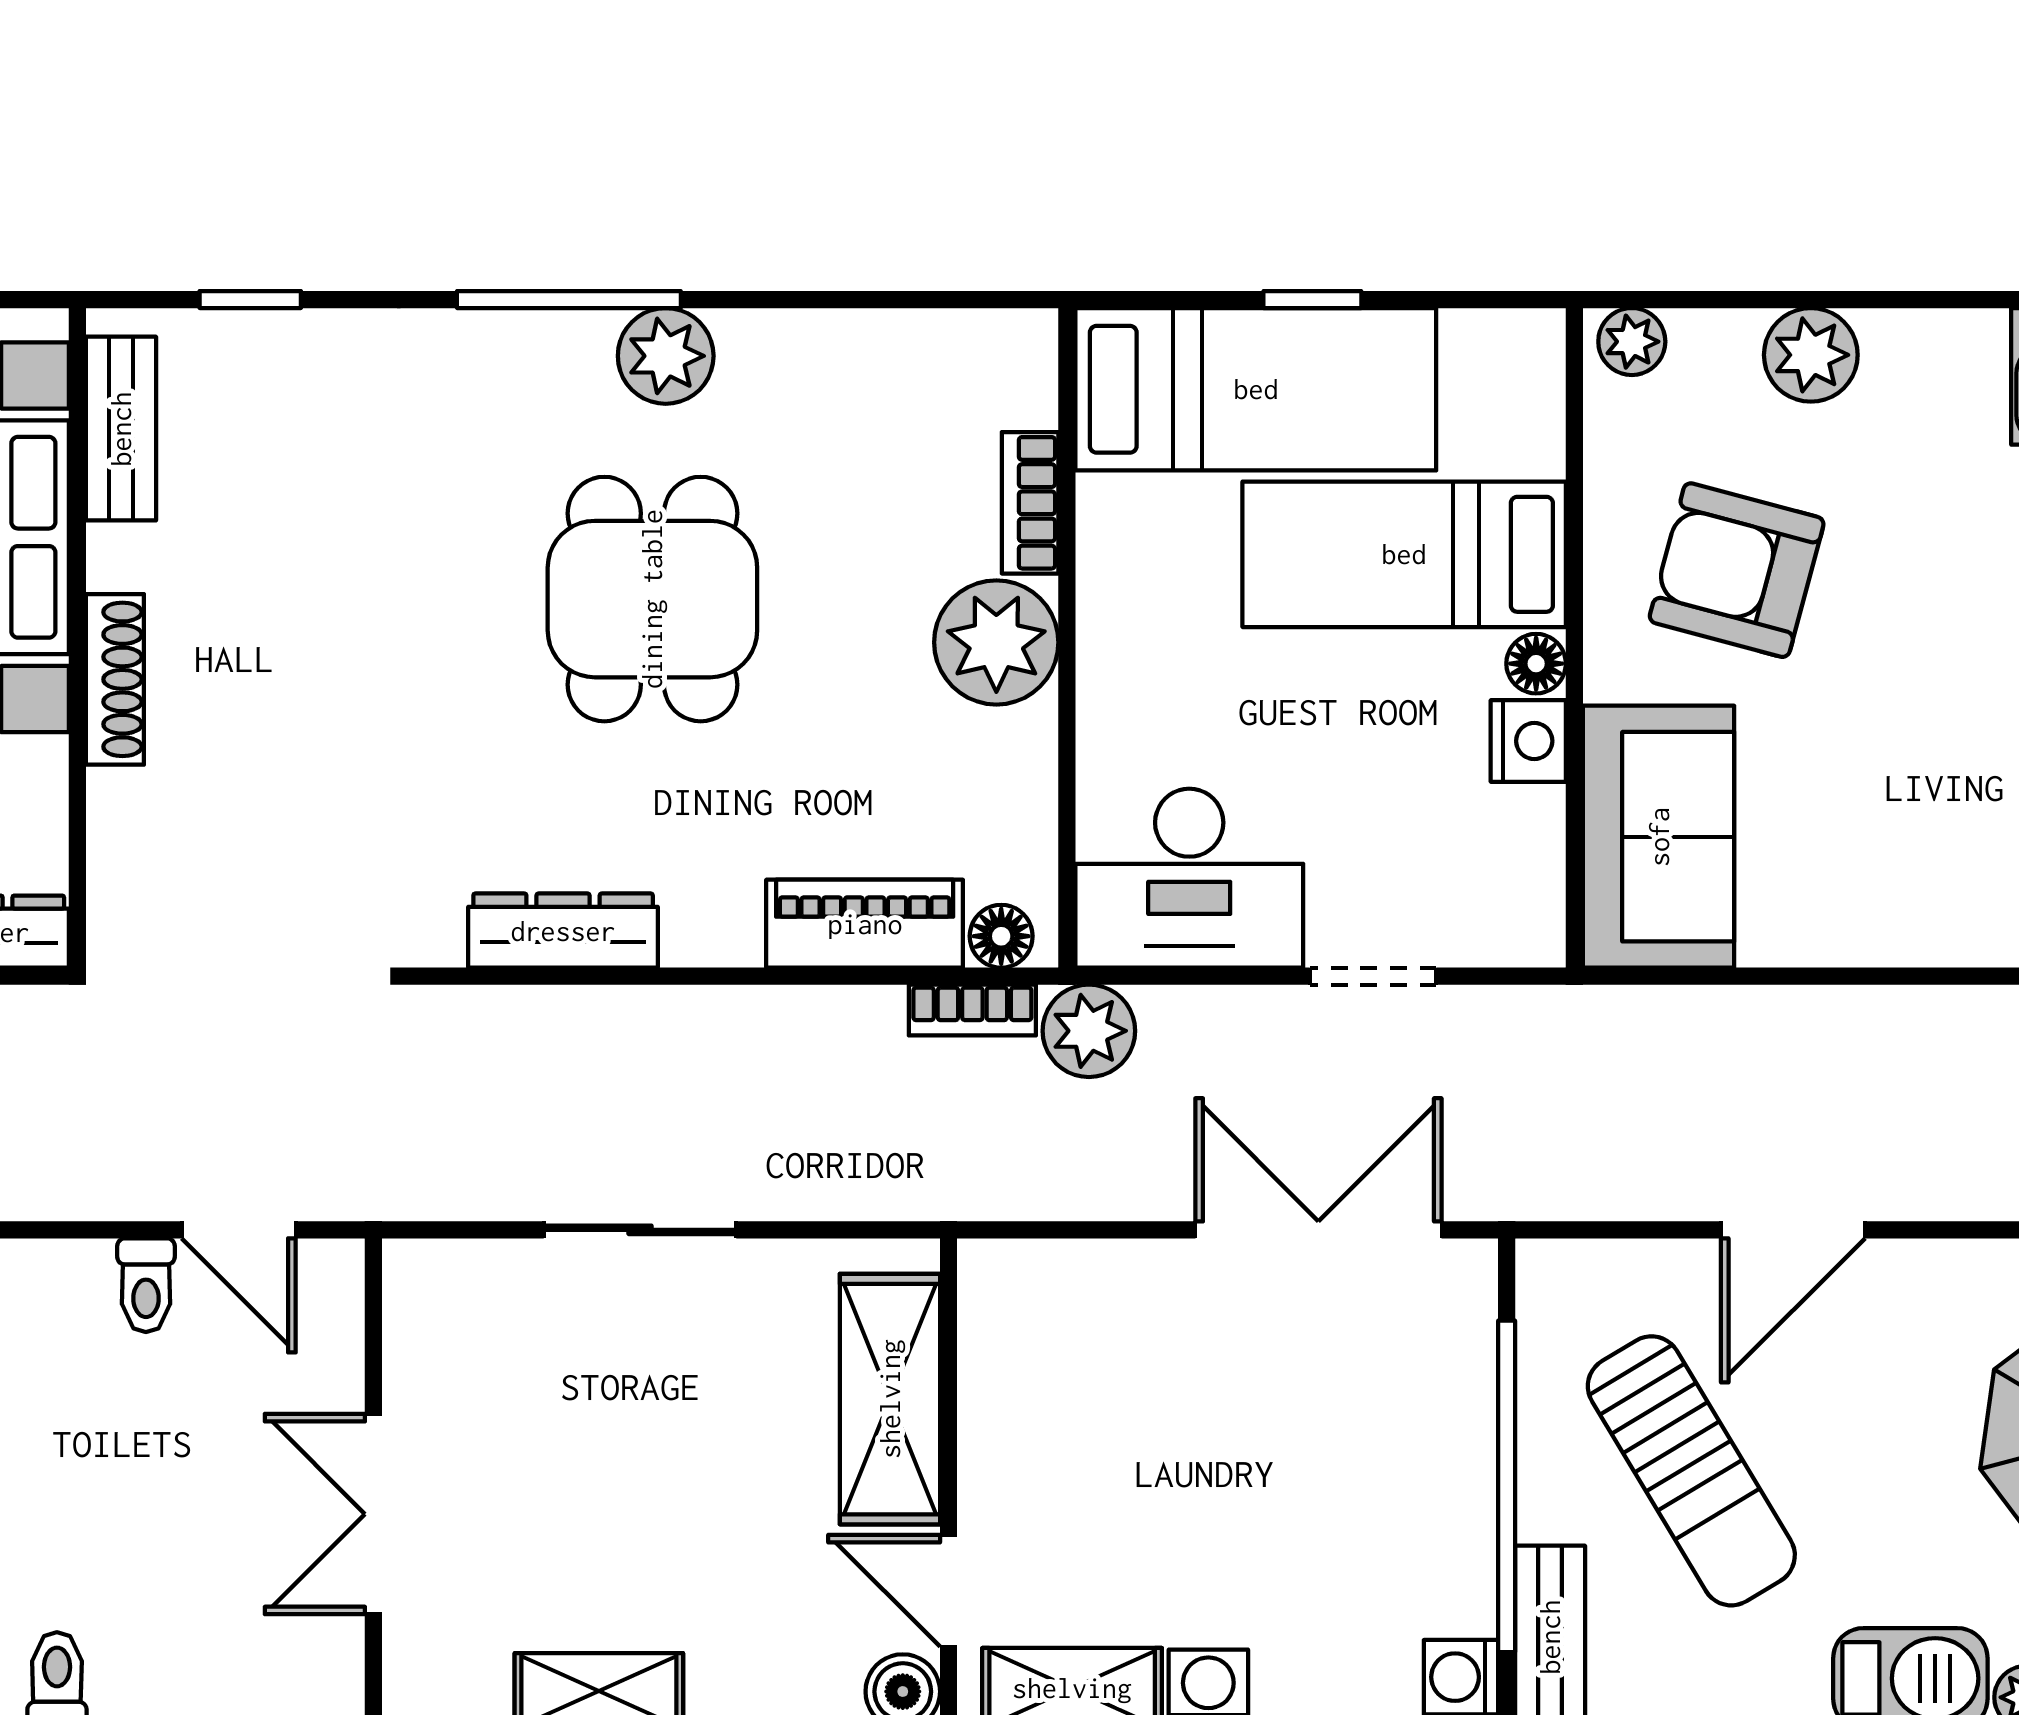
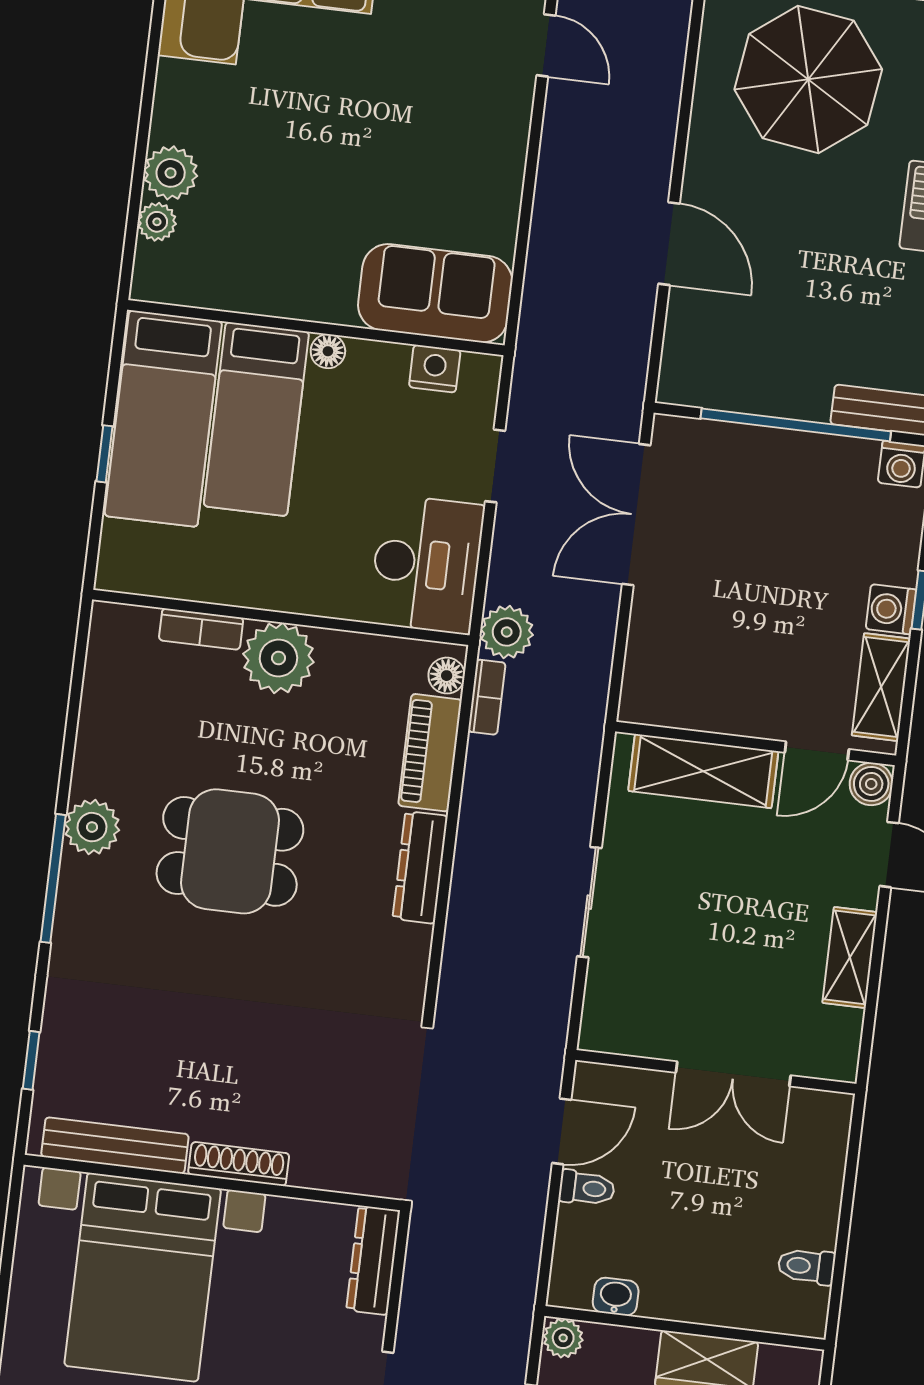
plant: (1632, 342) -> (157, 222), moved
bed: (1256, 389) -> (163, 419), moved, turned 180
bench: (121, 429) -> (115, 1145), width x1.36
armchair: (1737, 570) -> (288, 230), removed
nightstand: (1528, 741) -> (435, 369), moved
dresser: (563, 931) -> (420, 867), moved
sun lounger: (1691, 1471) -> (800, 318), removed

